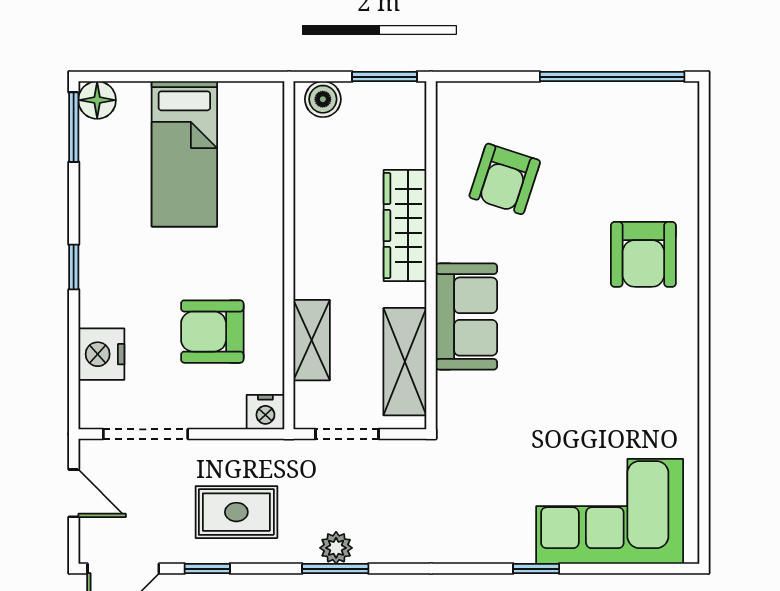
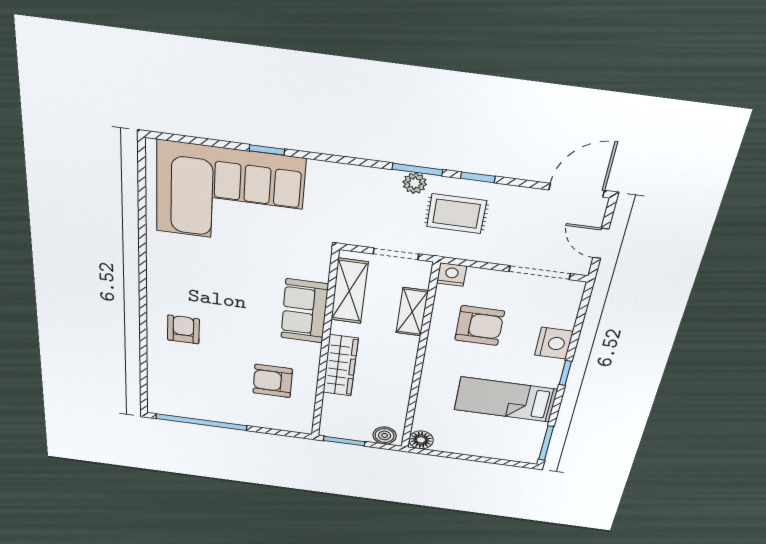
floor lamp: (97, 100) -> (421, 440), moved
bed: (184, 154) -> (505, 400), moved, turned -90
armchair: (505, 179) -> (273, 381), turned -108
armchair: (643, 254) -> (183, 329), width x0.72, depth x0.72
nightstand: (101, 354) -> (554, 343), moved
corner sofa: (610, 511) -> (230, 195), width x1.36, depth x1.36
rug: (236, 512) -> (456, 214), moved
window: (207, 569) -> (478, 177), moved

